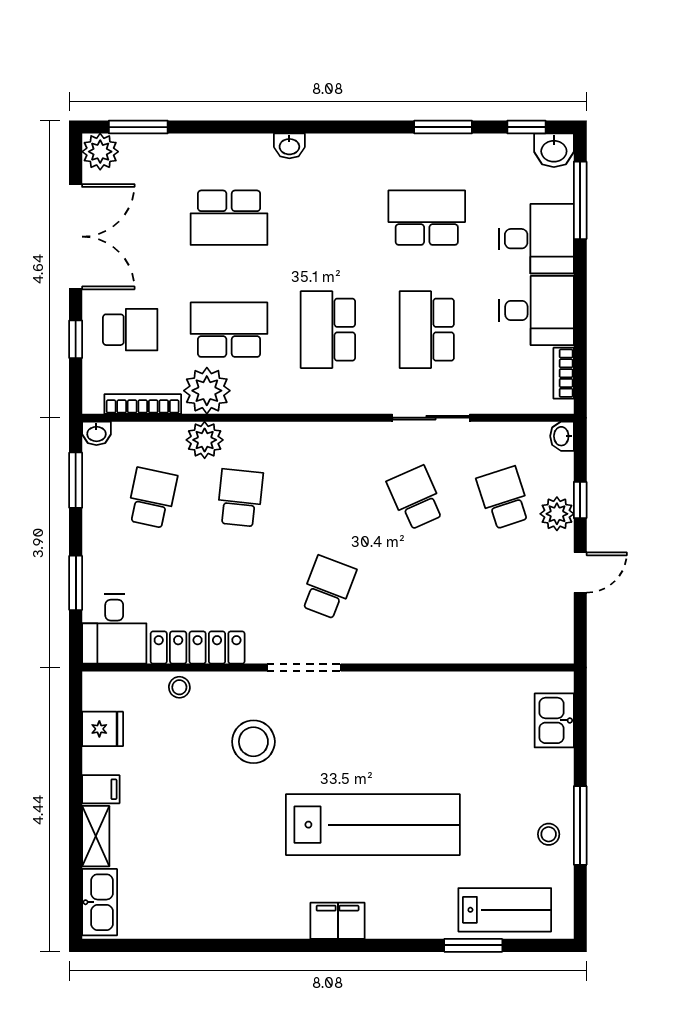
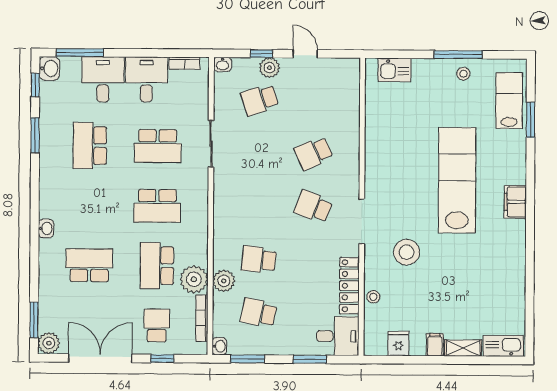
school desk: (229, 218) -> (89, 265), turned -90
school desk: (416, 498) -> (314, 153), moved

